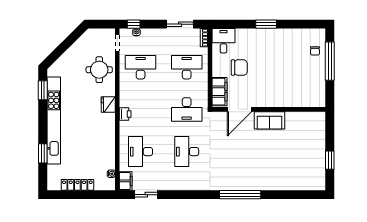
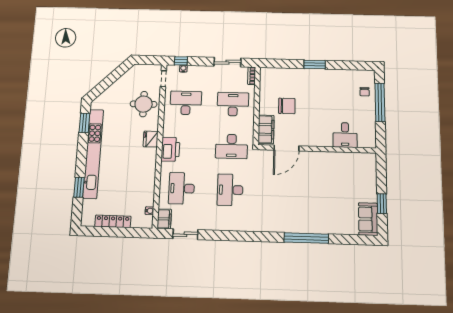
desk: (224, 41) -> (345, 135), moved, turned 180
printer: (125, 114) -> (170, 149), width x1.87, depth x1.48
sofa: (270, 120) -> (368, 219), moved, turned 90
window: (240, 195) -> (306, 238), moved

